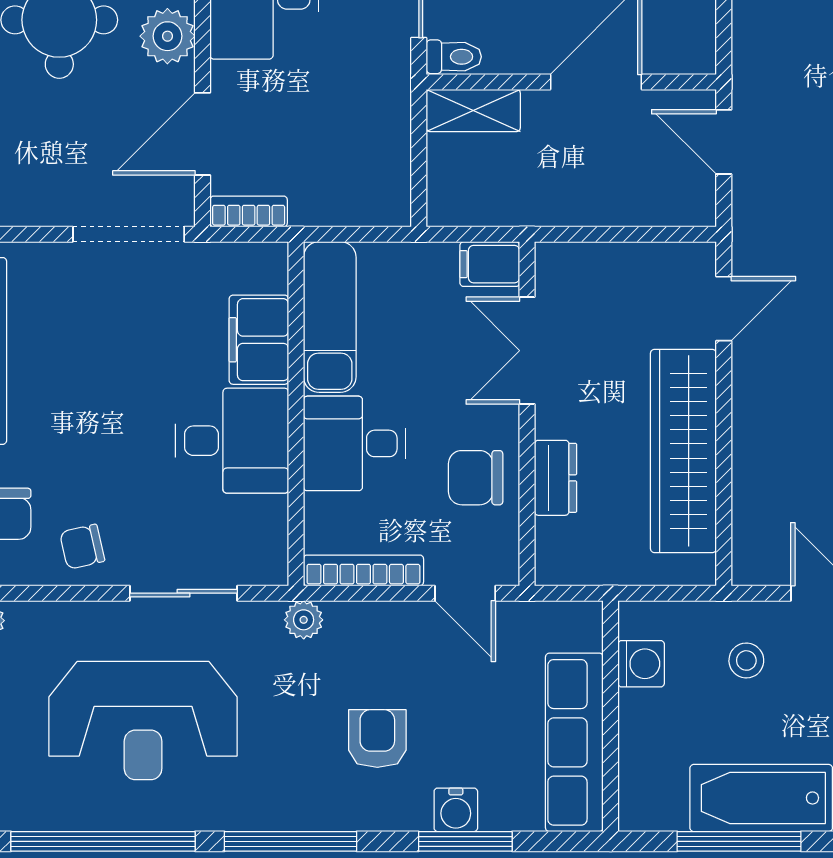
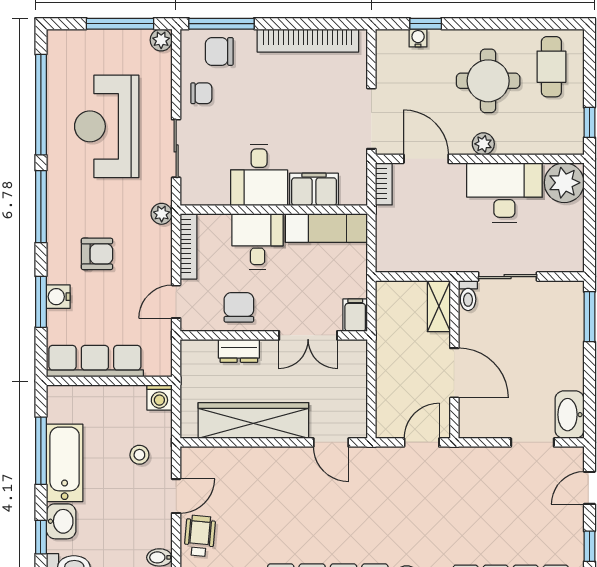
plant: (167, 36) -> (483, 144), width x0.73, depth x0.73
double door: (527, 351) -> (308, 335), swing flipped
chair: (82, 547) -> (201, 93), turned 103
washing machine: (641, 664) -> (159, 397), moved

